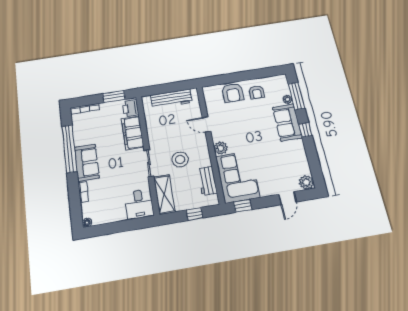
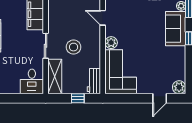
workbench: (207, 181) -> (94, 81), moved
window: (243, 206) -> (120, 98), removed

